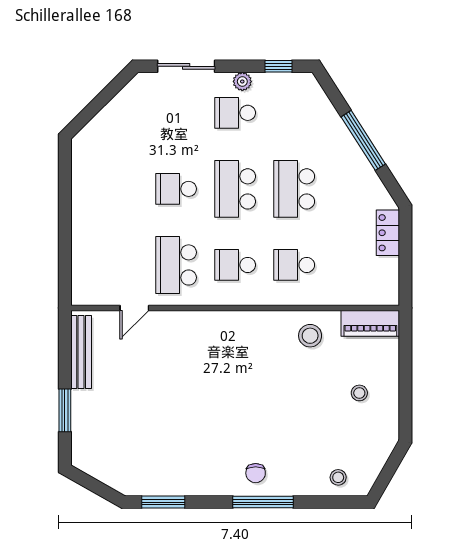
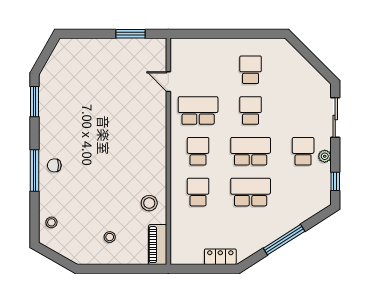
school desk: (117, 189) -> (251, 70), added
bench: (81, 352) -> (138, 45), removed
window: (65, 410) -> (130, 34), moved

